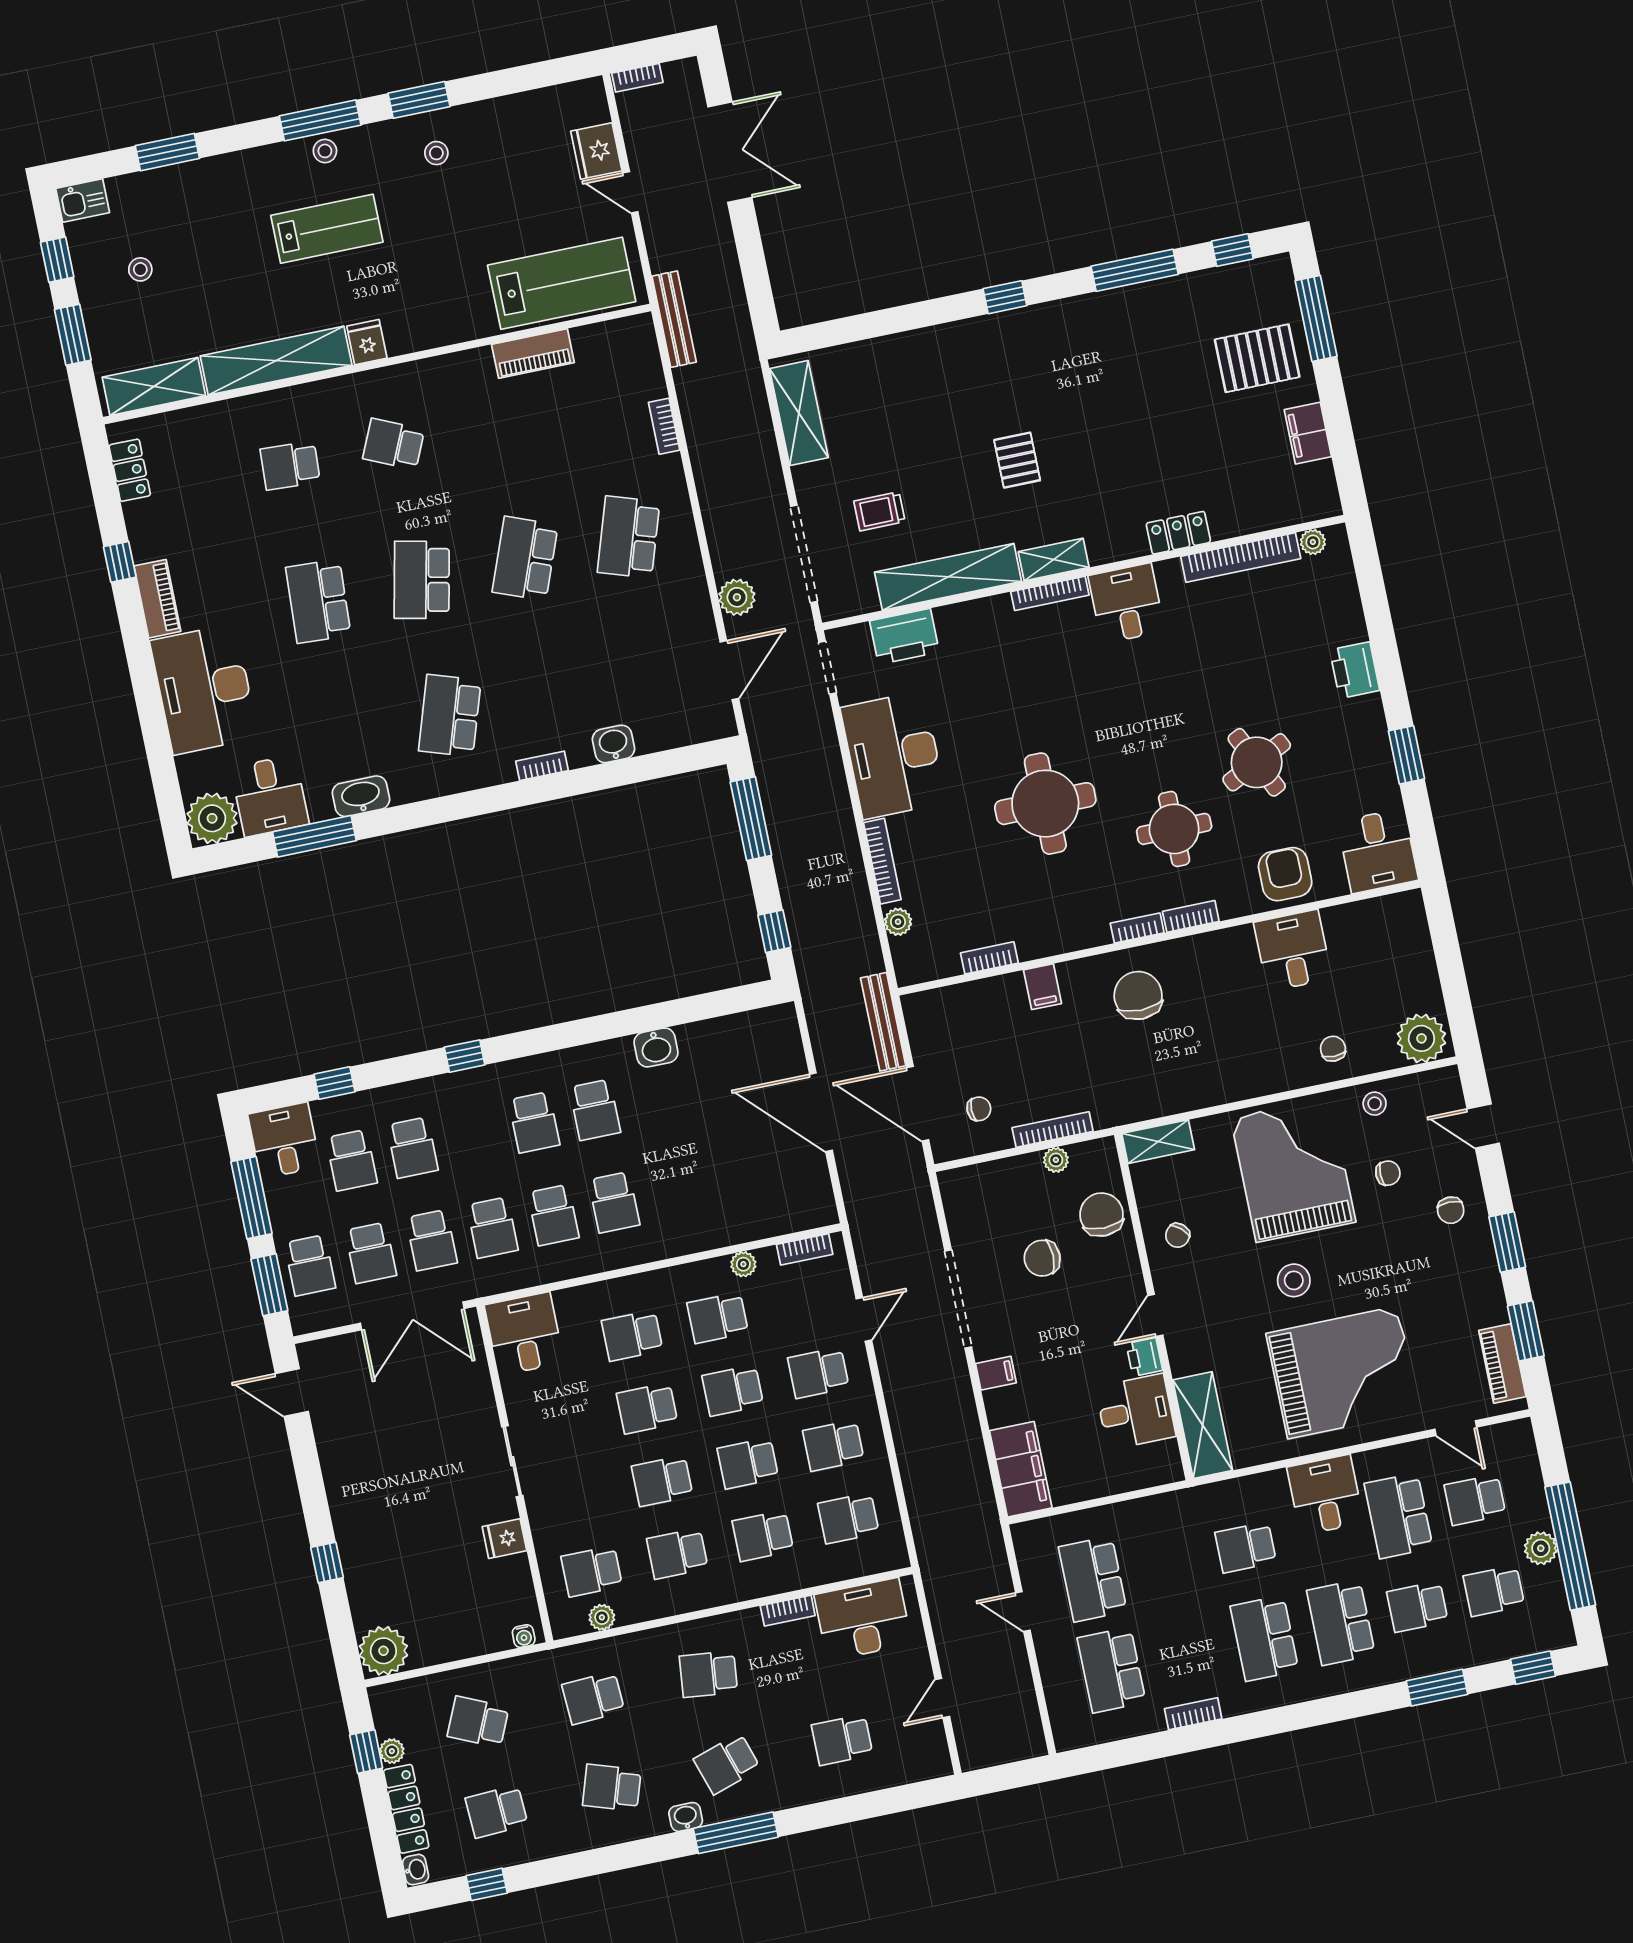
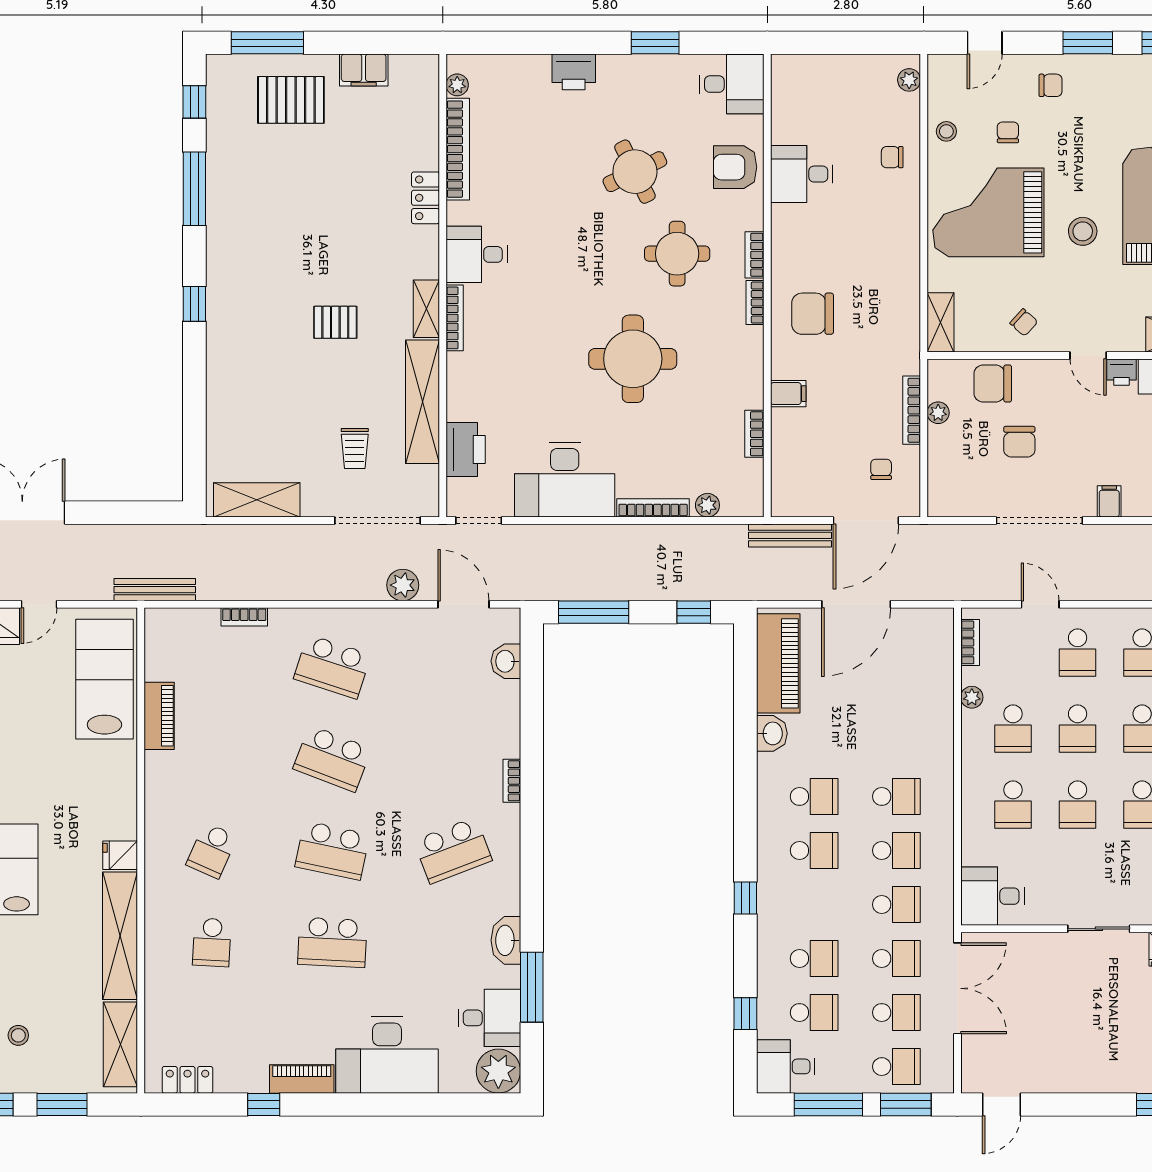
pallet: (1257, 358) -> (291, 100), turned 90
school desk: (450, 716) -> (453, 850), turned -39
washbasin: (613, 744) -> (506, 661), moved
piano: (736, 1038) -> (778, 663), added
plant: (1421, 1038) -> (909, 80), width x0.53, depth x0.53

